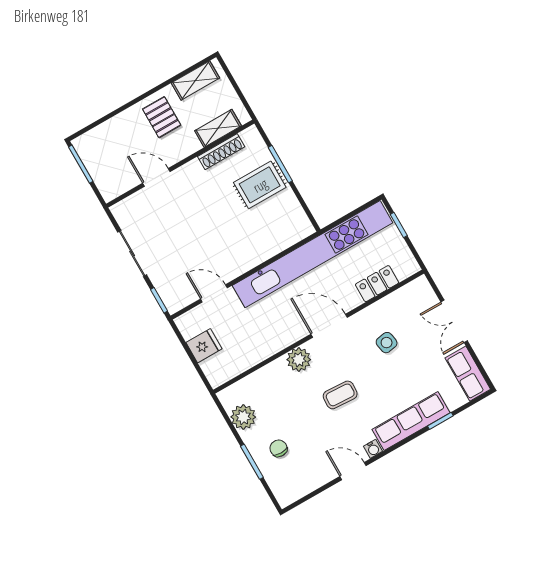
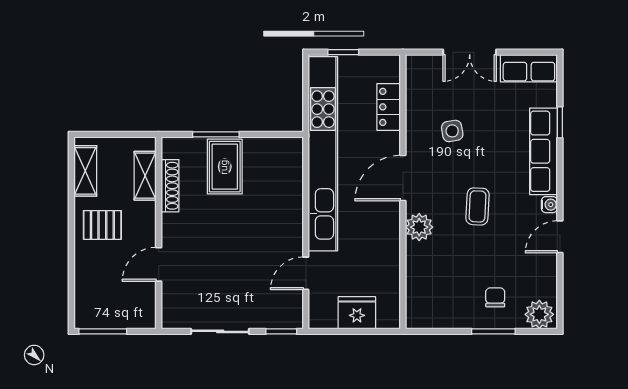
fridge: (204, 346) -> (357, 313), width x1.38
plant: (243, 417) -> (539, 314), moved
chair: (279, 448) -> (495, 297), turned 90

